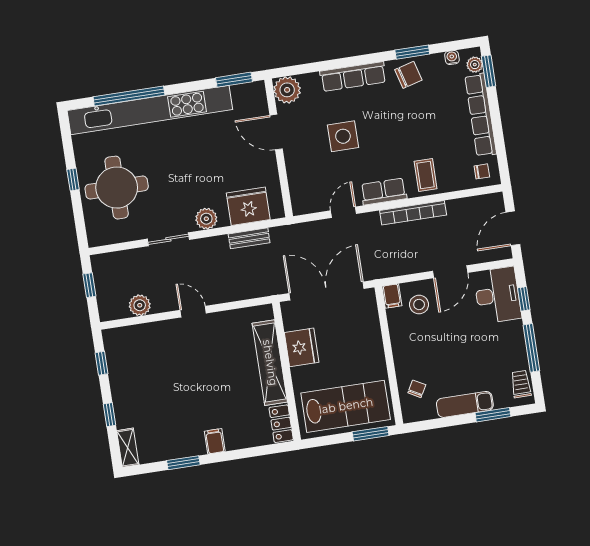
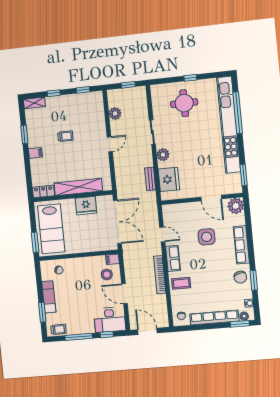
door: (276, 132) -> (211, 198), swing flipped
round table: (117, 188) -> (184, 103), width x0.73, depth x0.73
trolley: (183, 390) -> (65, 136), added

